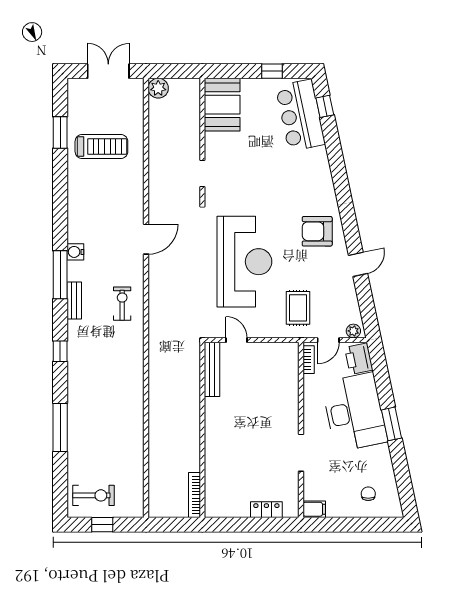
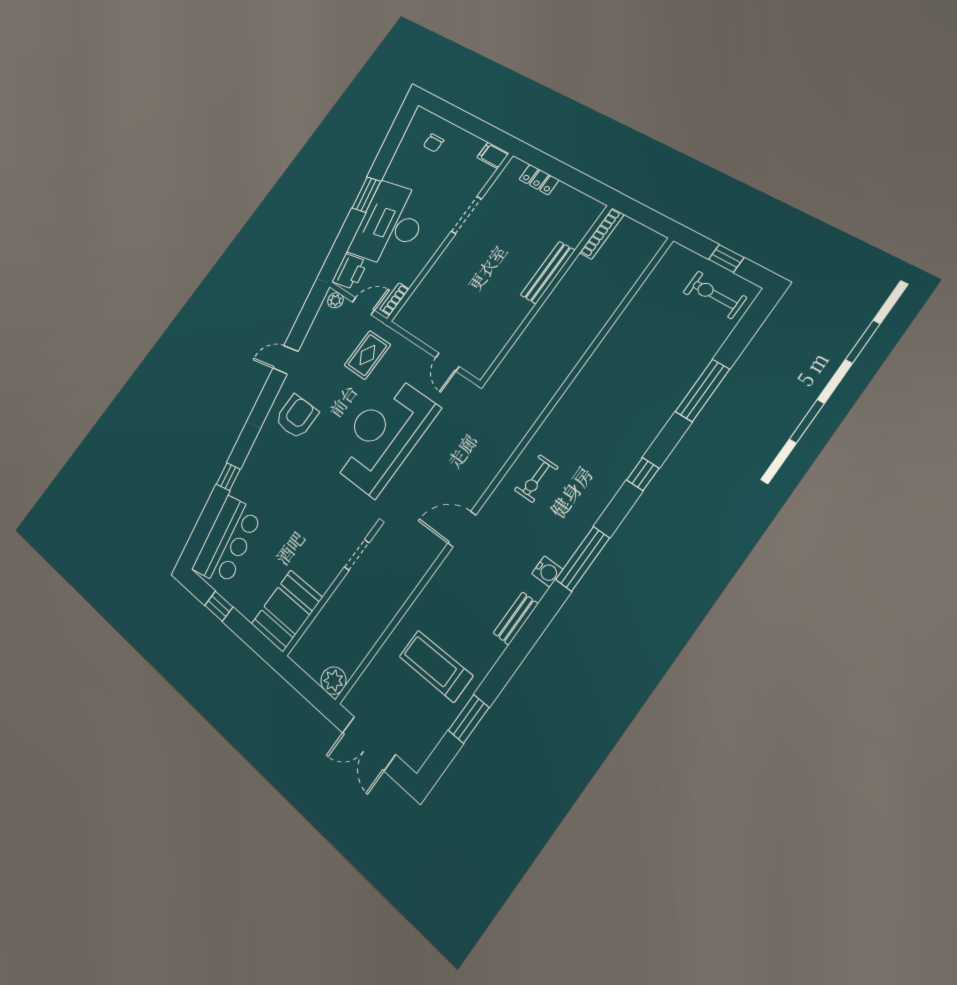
window: (325, 106) -> (228, 477), moved
armchair: (317, 231) -> (297, 417), turned -90
bench: (74, 300) -> (516, 618), moved
bench: (212, 369) -> (548, 273), moved

